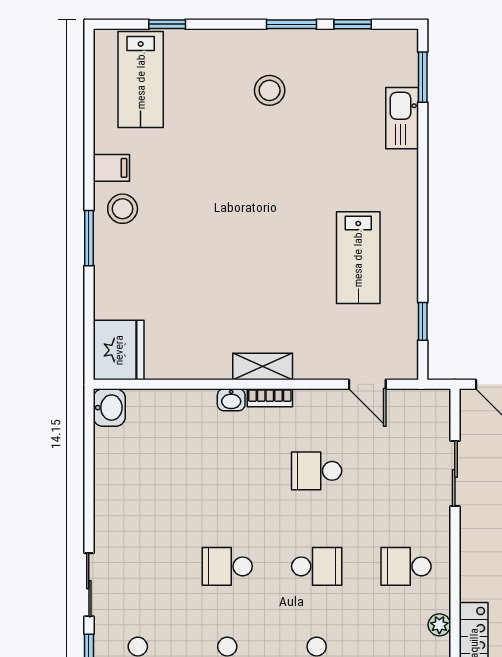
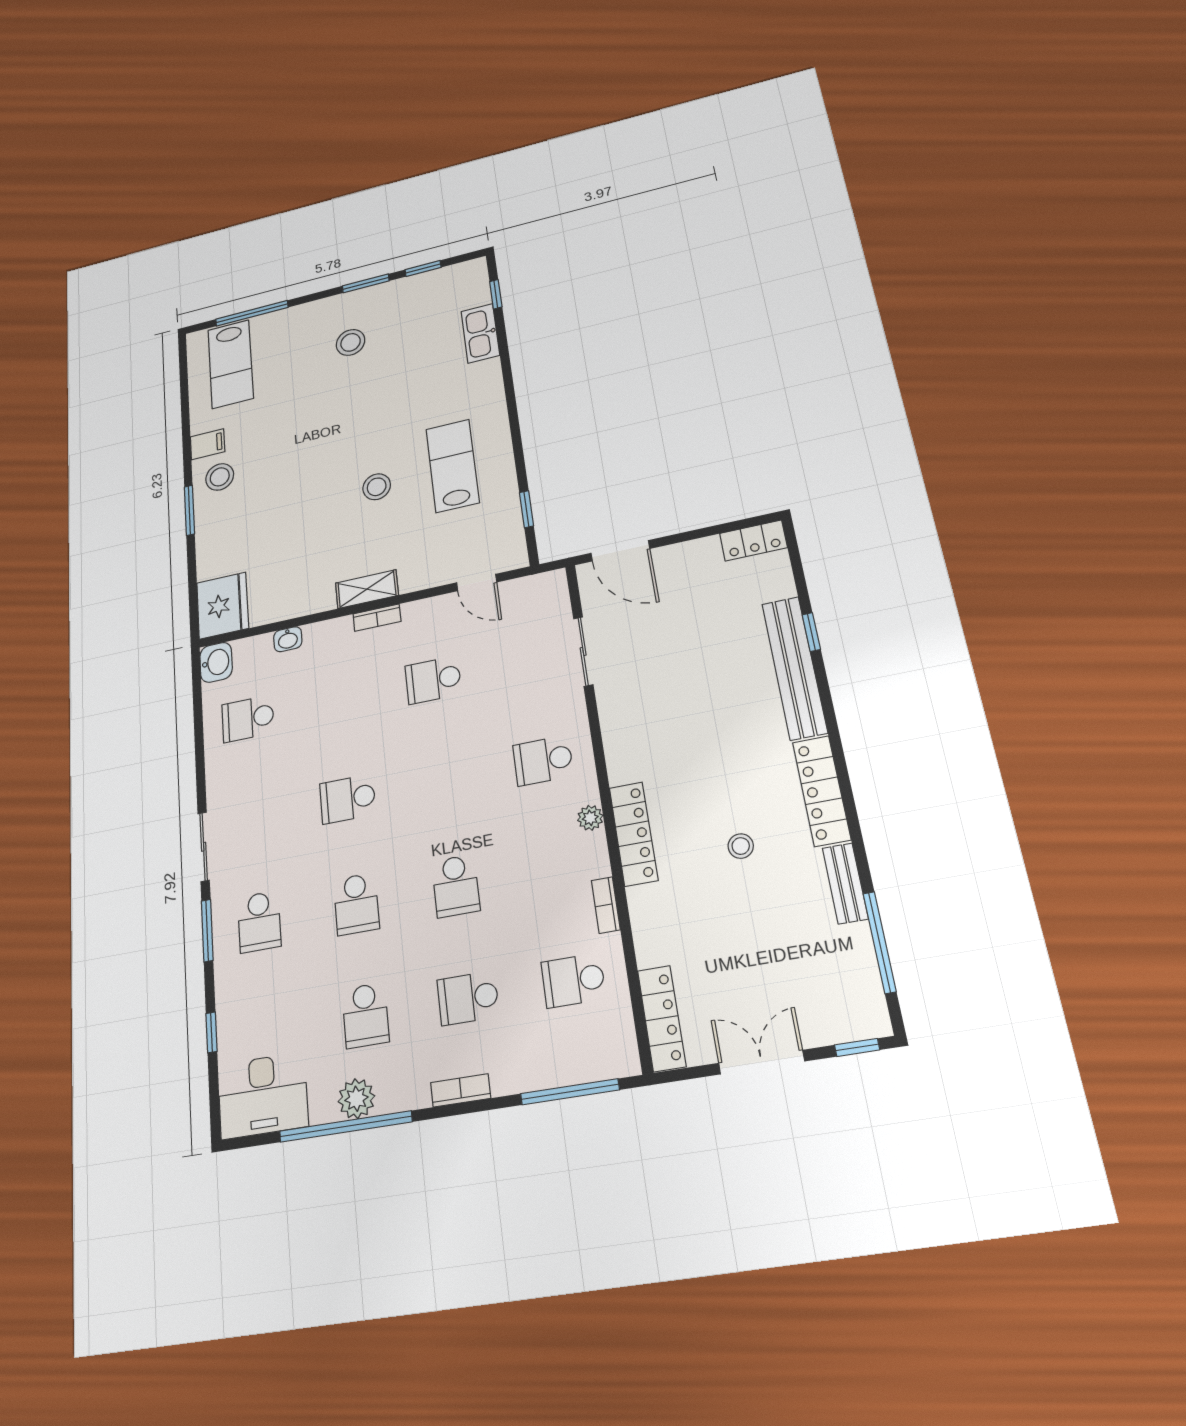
window: (167, 24) -> (252, 313), width x2.17
window: (423, 77) -> (496, 294), width x0.67
lab bench: (358, 258) -> (453, 466), turned 180
stool: (282, 261) -> (377, 487), added
washbasin: (231, 400) -> (288, 639), moved
school desk: (317, 566) -> (248, 719), moved, turned 180

